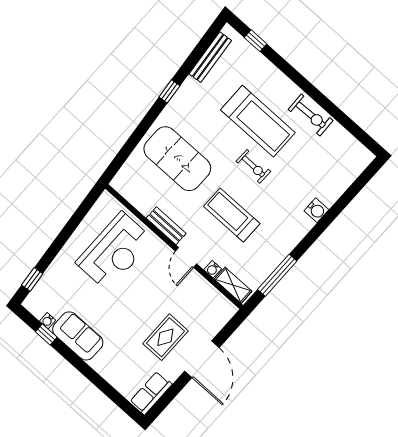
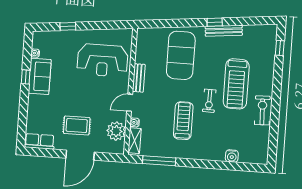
bench: (210, 57) -> (224, 31), moved
exercise bike: (311, 115) -> (262, 110), turned 180
water cooler: (316, 210) -> (232, 156), moved
treadmill: (232, 215) -> (183, 121), moved
window: (32, 279) -> (68, 26), moved
plant: (206, 298) -> (116, 131), added
window: (46, 335) -> (26, 77), moved

